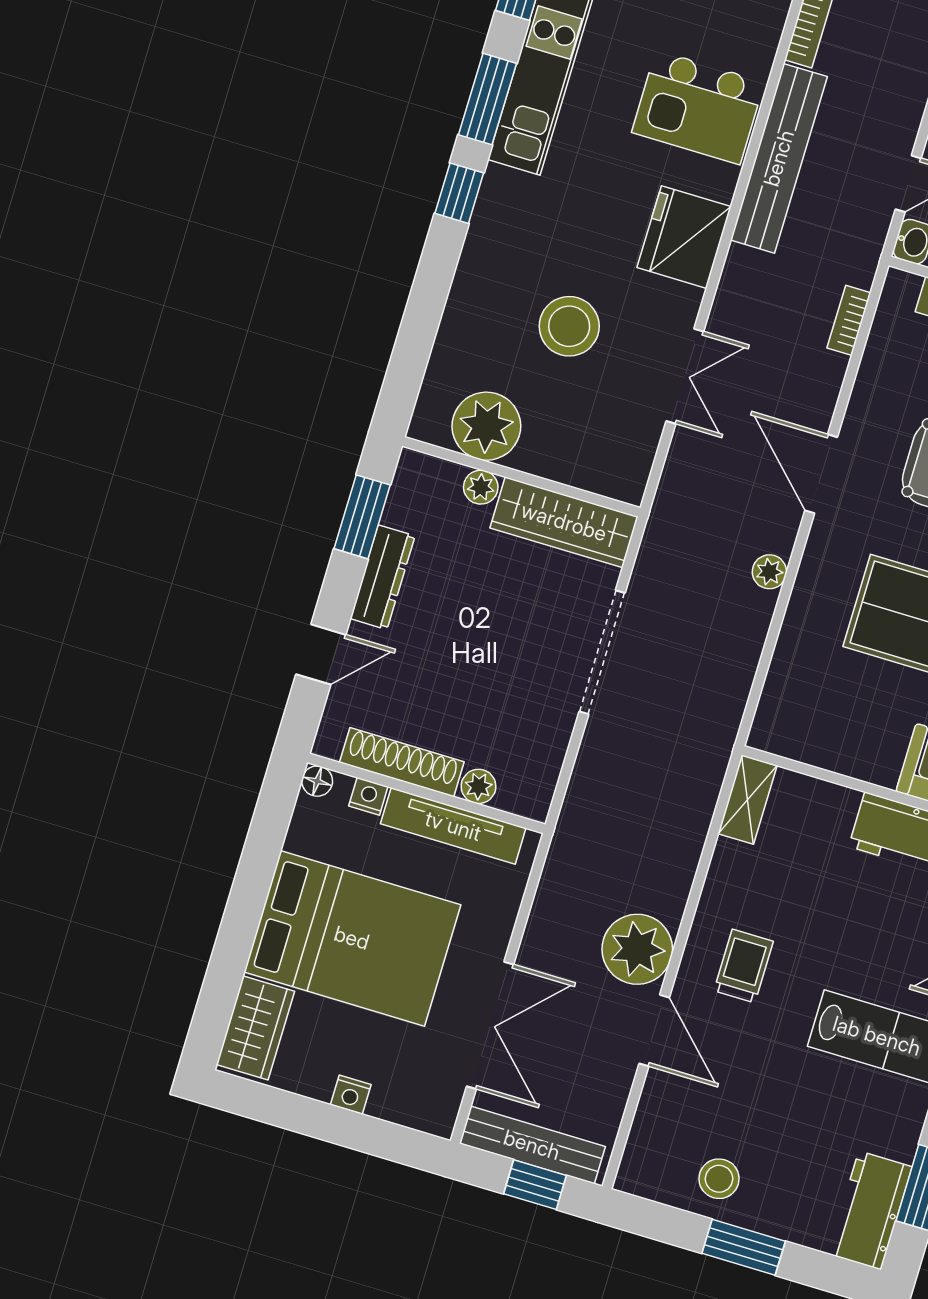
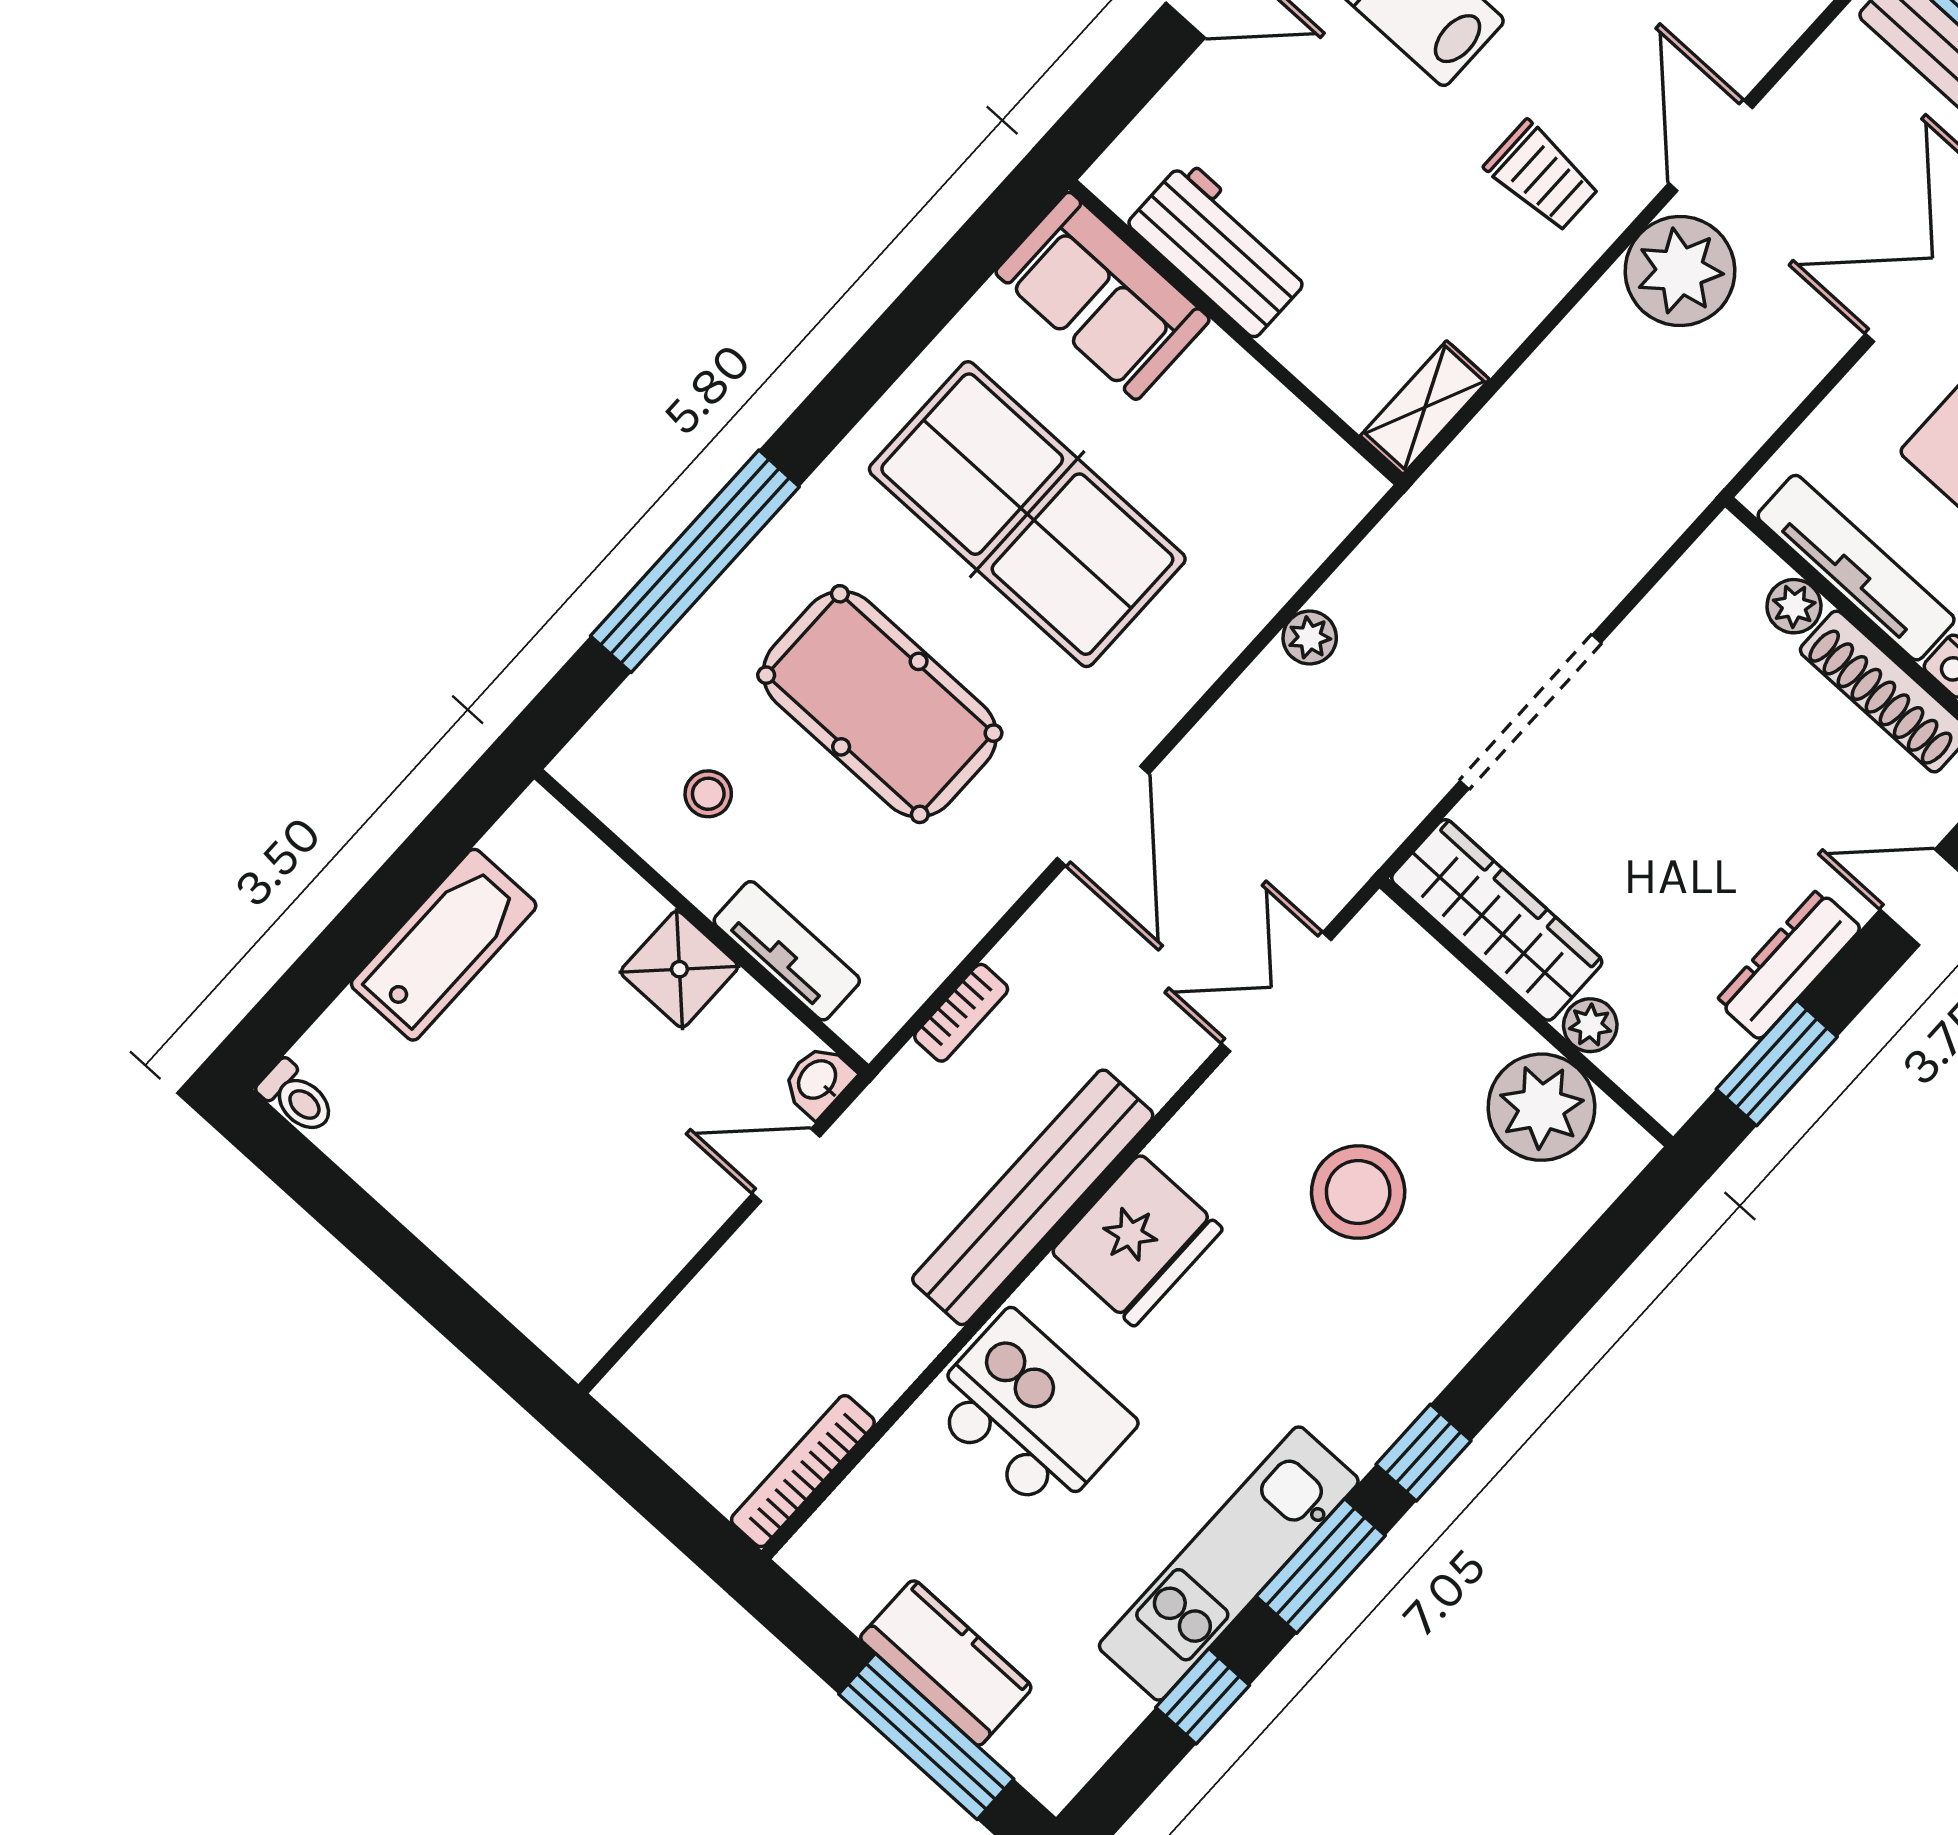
bench: (779, 158) -> (1033, 1197), moved
double door: (685, 376) -> (1276, 992), moved
plant: (769, 572) -> (1310, 638), moved
trolley: (743, 966) -> (1542, 176), turned -90

